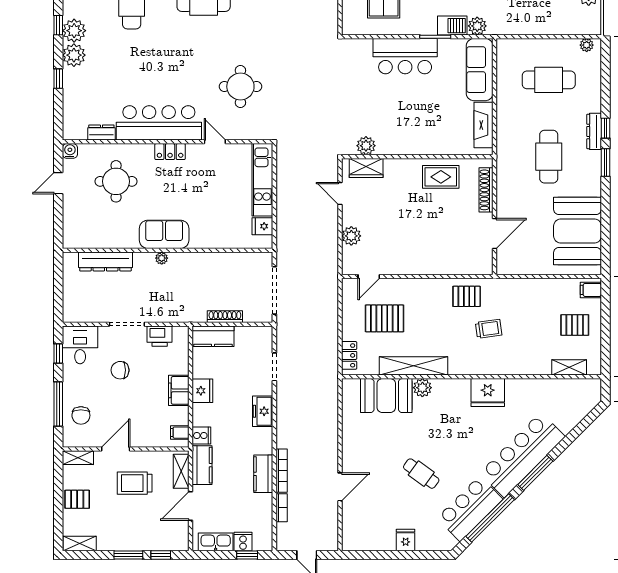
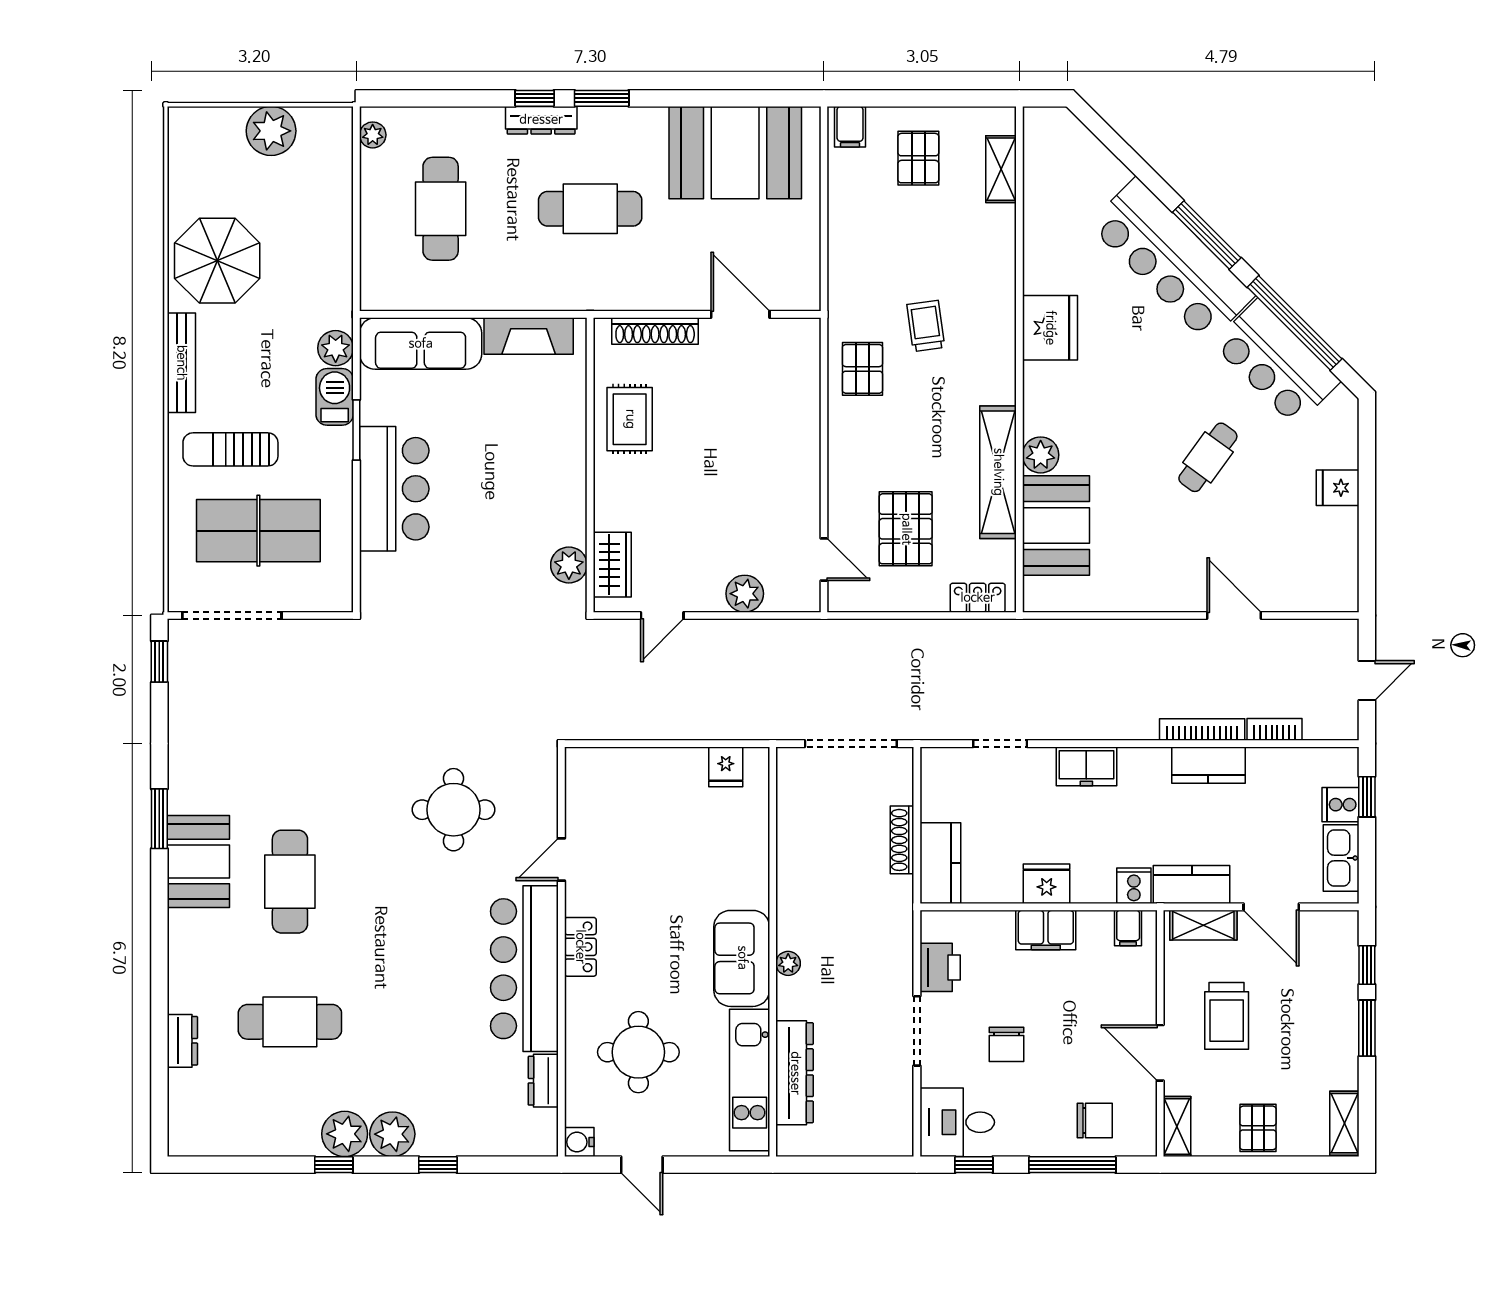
kitchen unit: (262, 180) -> (750, 1080), moved, turned 90

